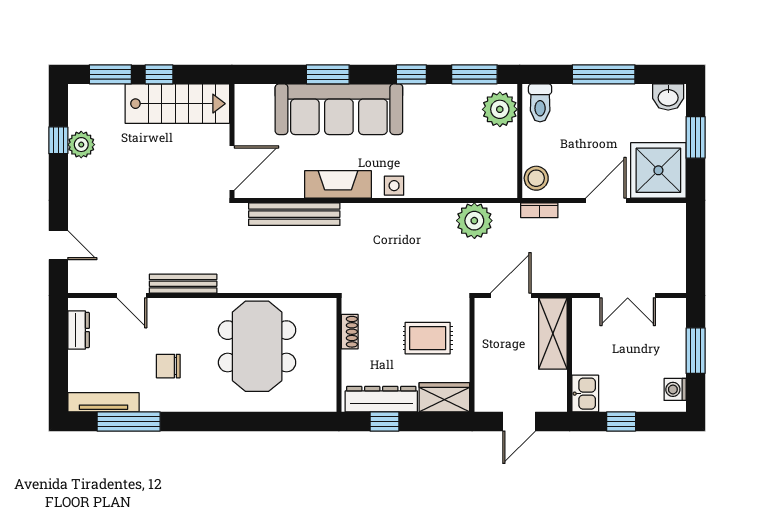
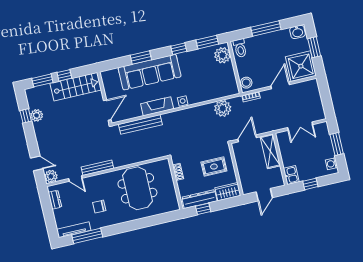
plant: (82, 279) -> (51, 176), added

